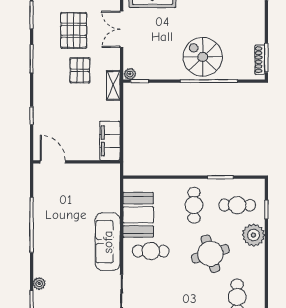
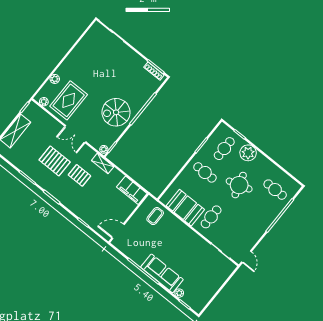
spiral stairs: (203, 57) -> (116, 112), moved
coffee table: (102, 189) -> (155, 216), added
sofa: (108, 242) -> (162, 273), moved, turned 180

